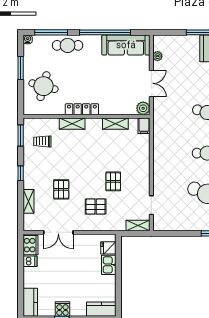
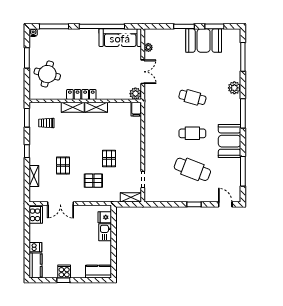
cafe table: (68, 45) -> (69, 38), removed
shelving: (115, 124) -> (96, 107), moved
dishwasher: (30, 261) -> (35, 247), moved

